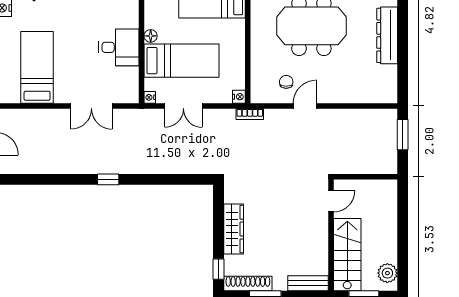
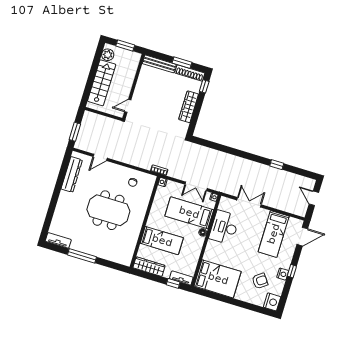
dresser: (387, 35) -> (72, 174), moved
desk: (119, 47) -> (224, 227), width x1.37
double door: (183, 106) -> (196, 186), swing flipped
door: (305, 106) -> (100, 157), moved
window: (108, 179) -> (277, 165), moved
stairs: (347, 255) -> (102, 83), moved, turned 180
bench: (308, 283) -> (159, 64), width x1.36

